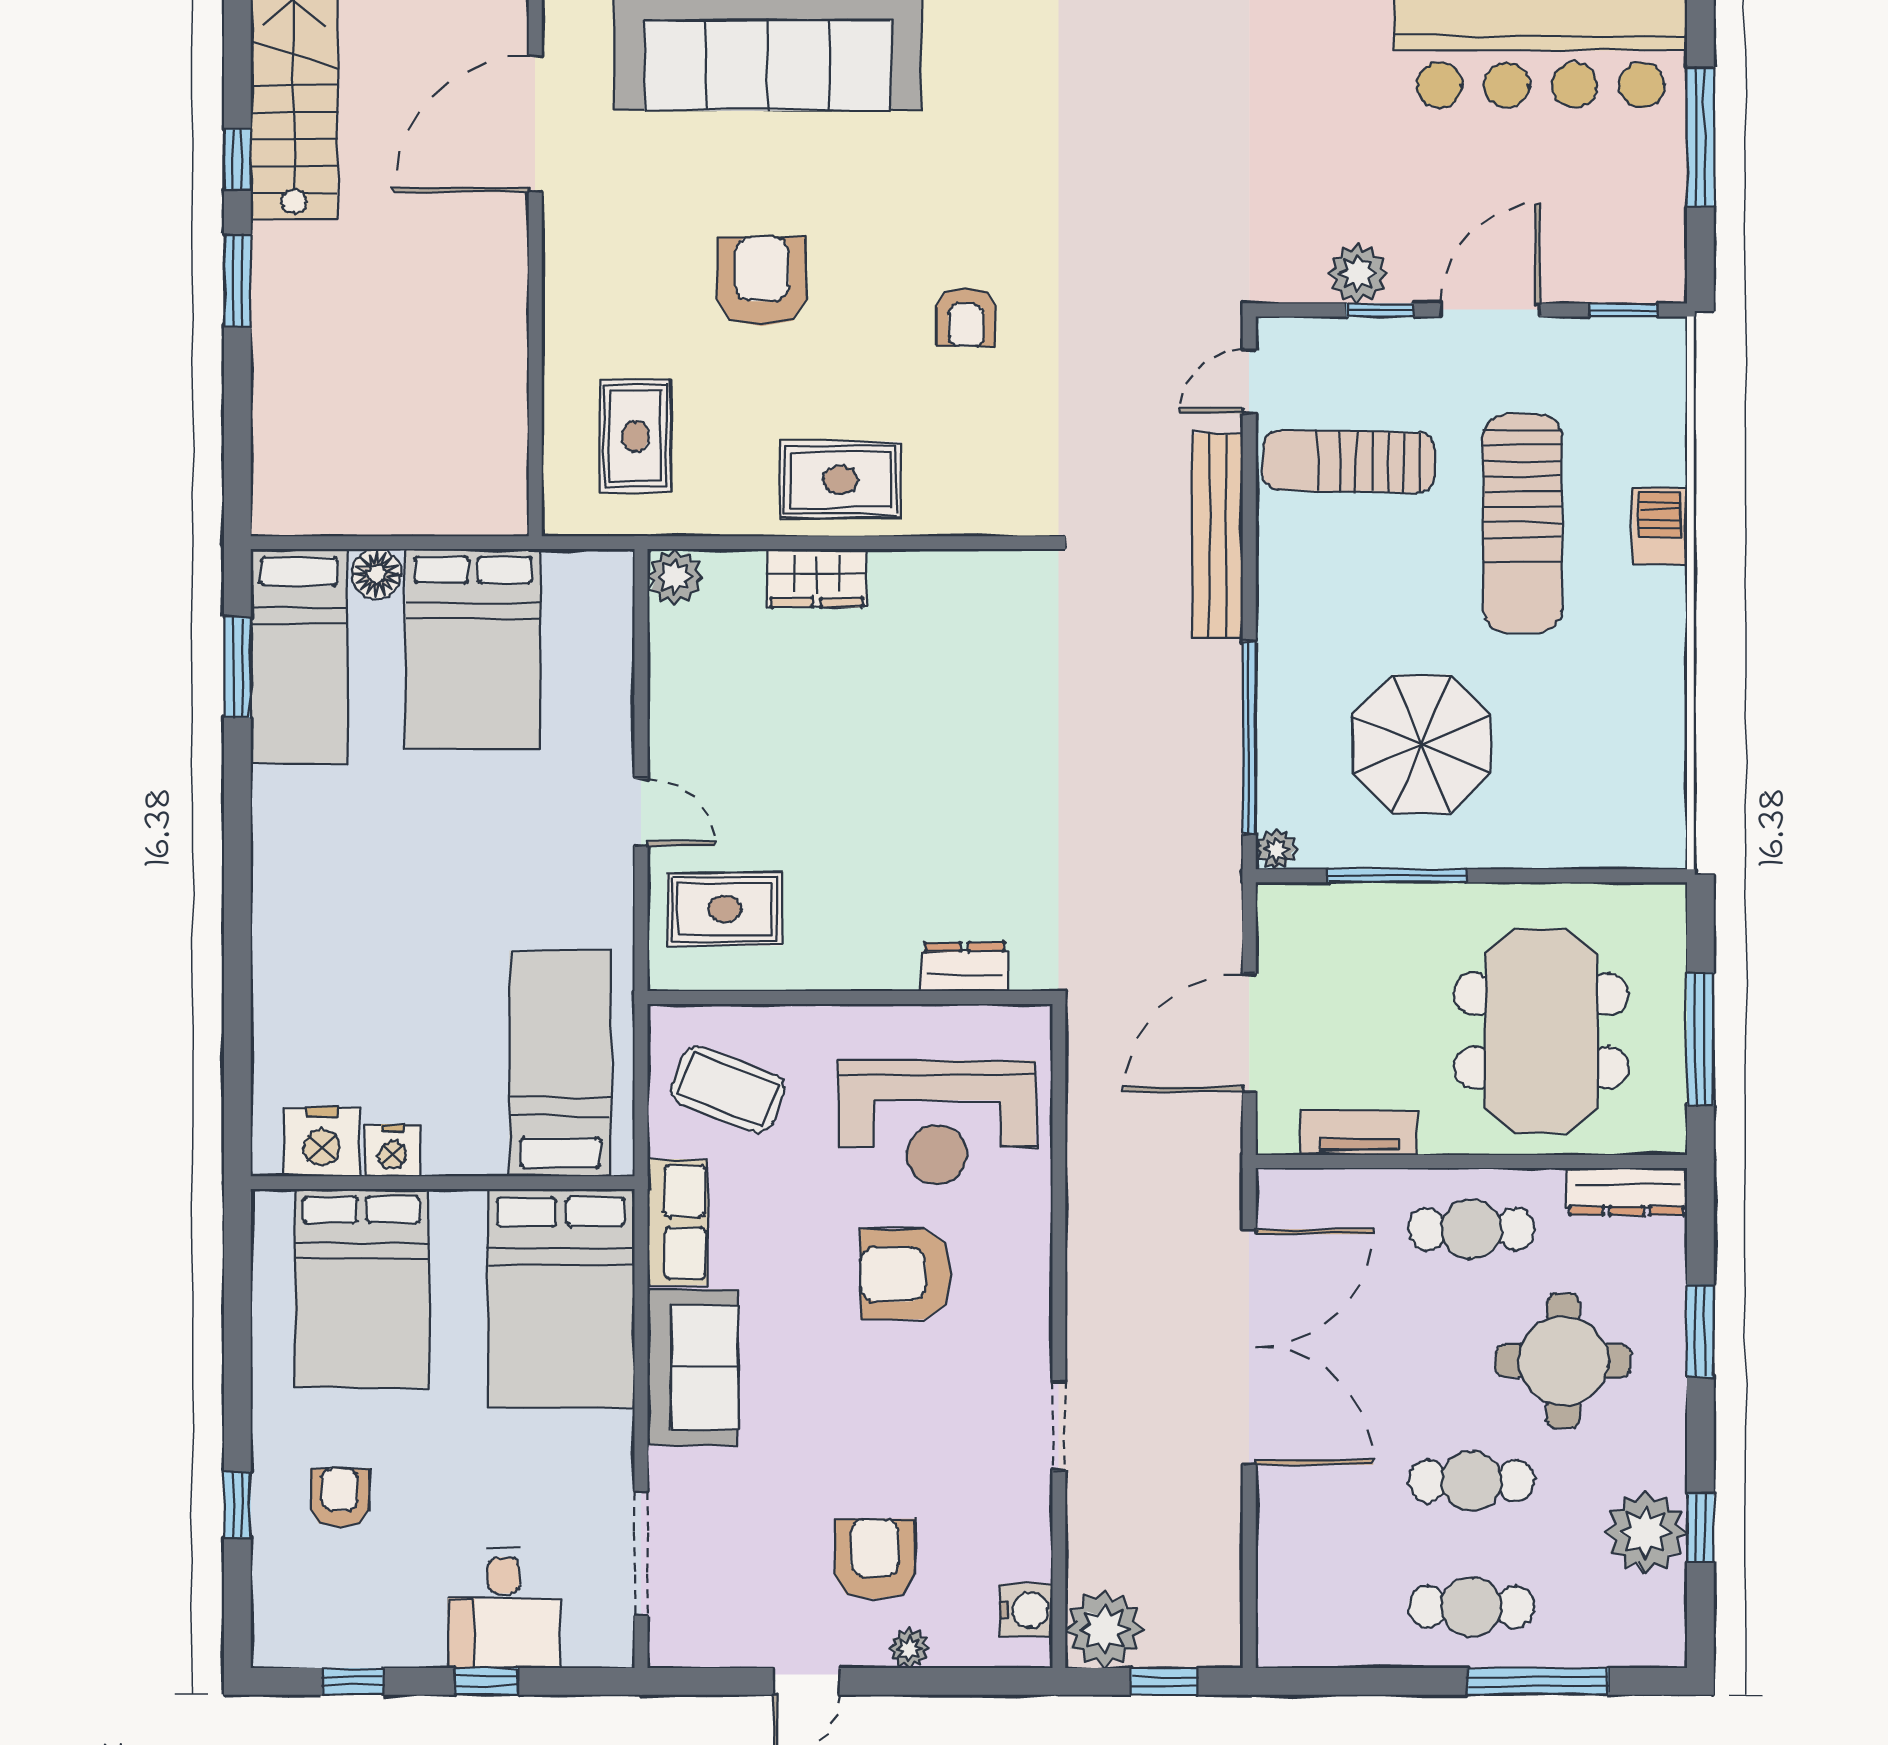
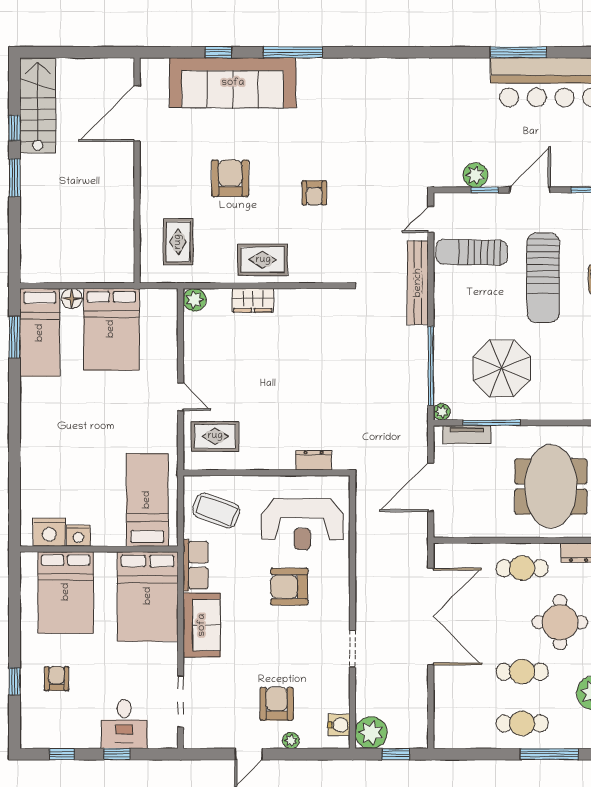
tv unit: (1359, 1133) -> (467, 435), moved, turned 180

